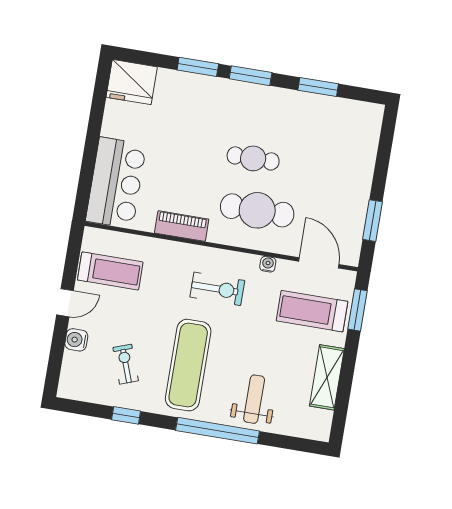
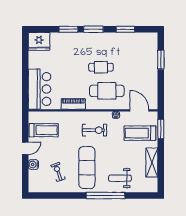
window: (372, 221) -> (161, 60), moved
weight bench: (254, 399) -> (120, 178), turned -90
window: (126, 415) -> (62, 196), removed

